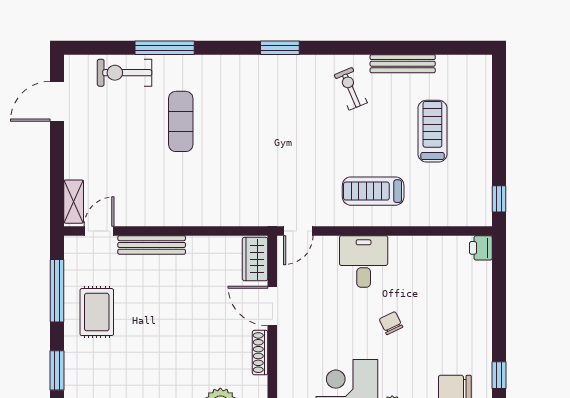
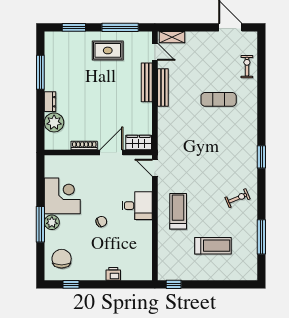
window: (165, 48) -> (261, 237), moved
bench: (403, 64) -> (163, 87), moved
exercise bike: (125, 73) -> (247, 67), width x0.73, depth x0.72
printer: (481, 248) -> (113, 274), moved

